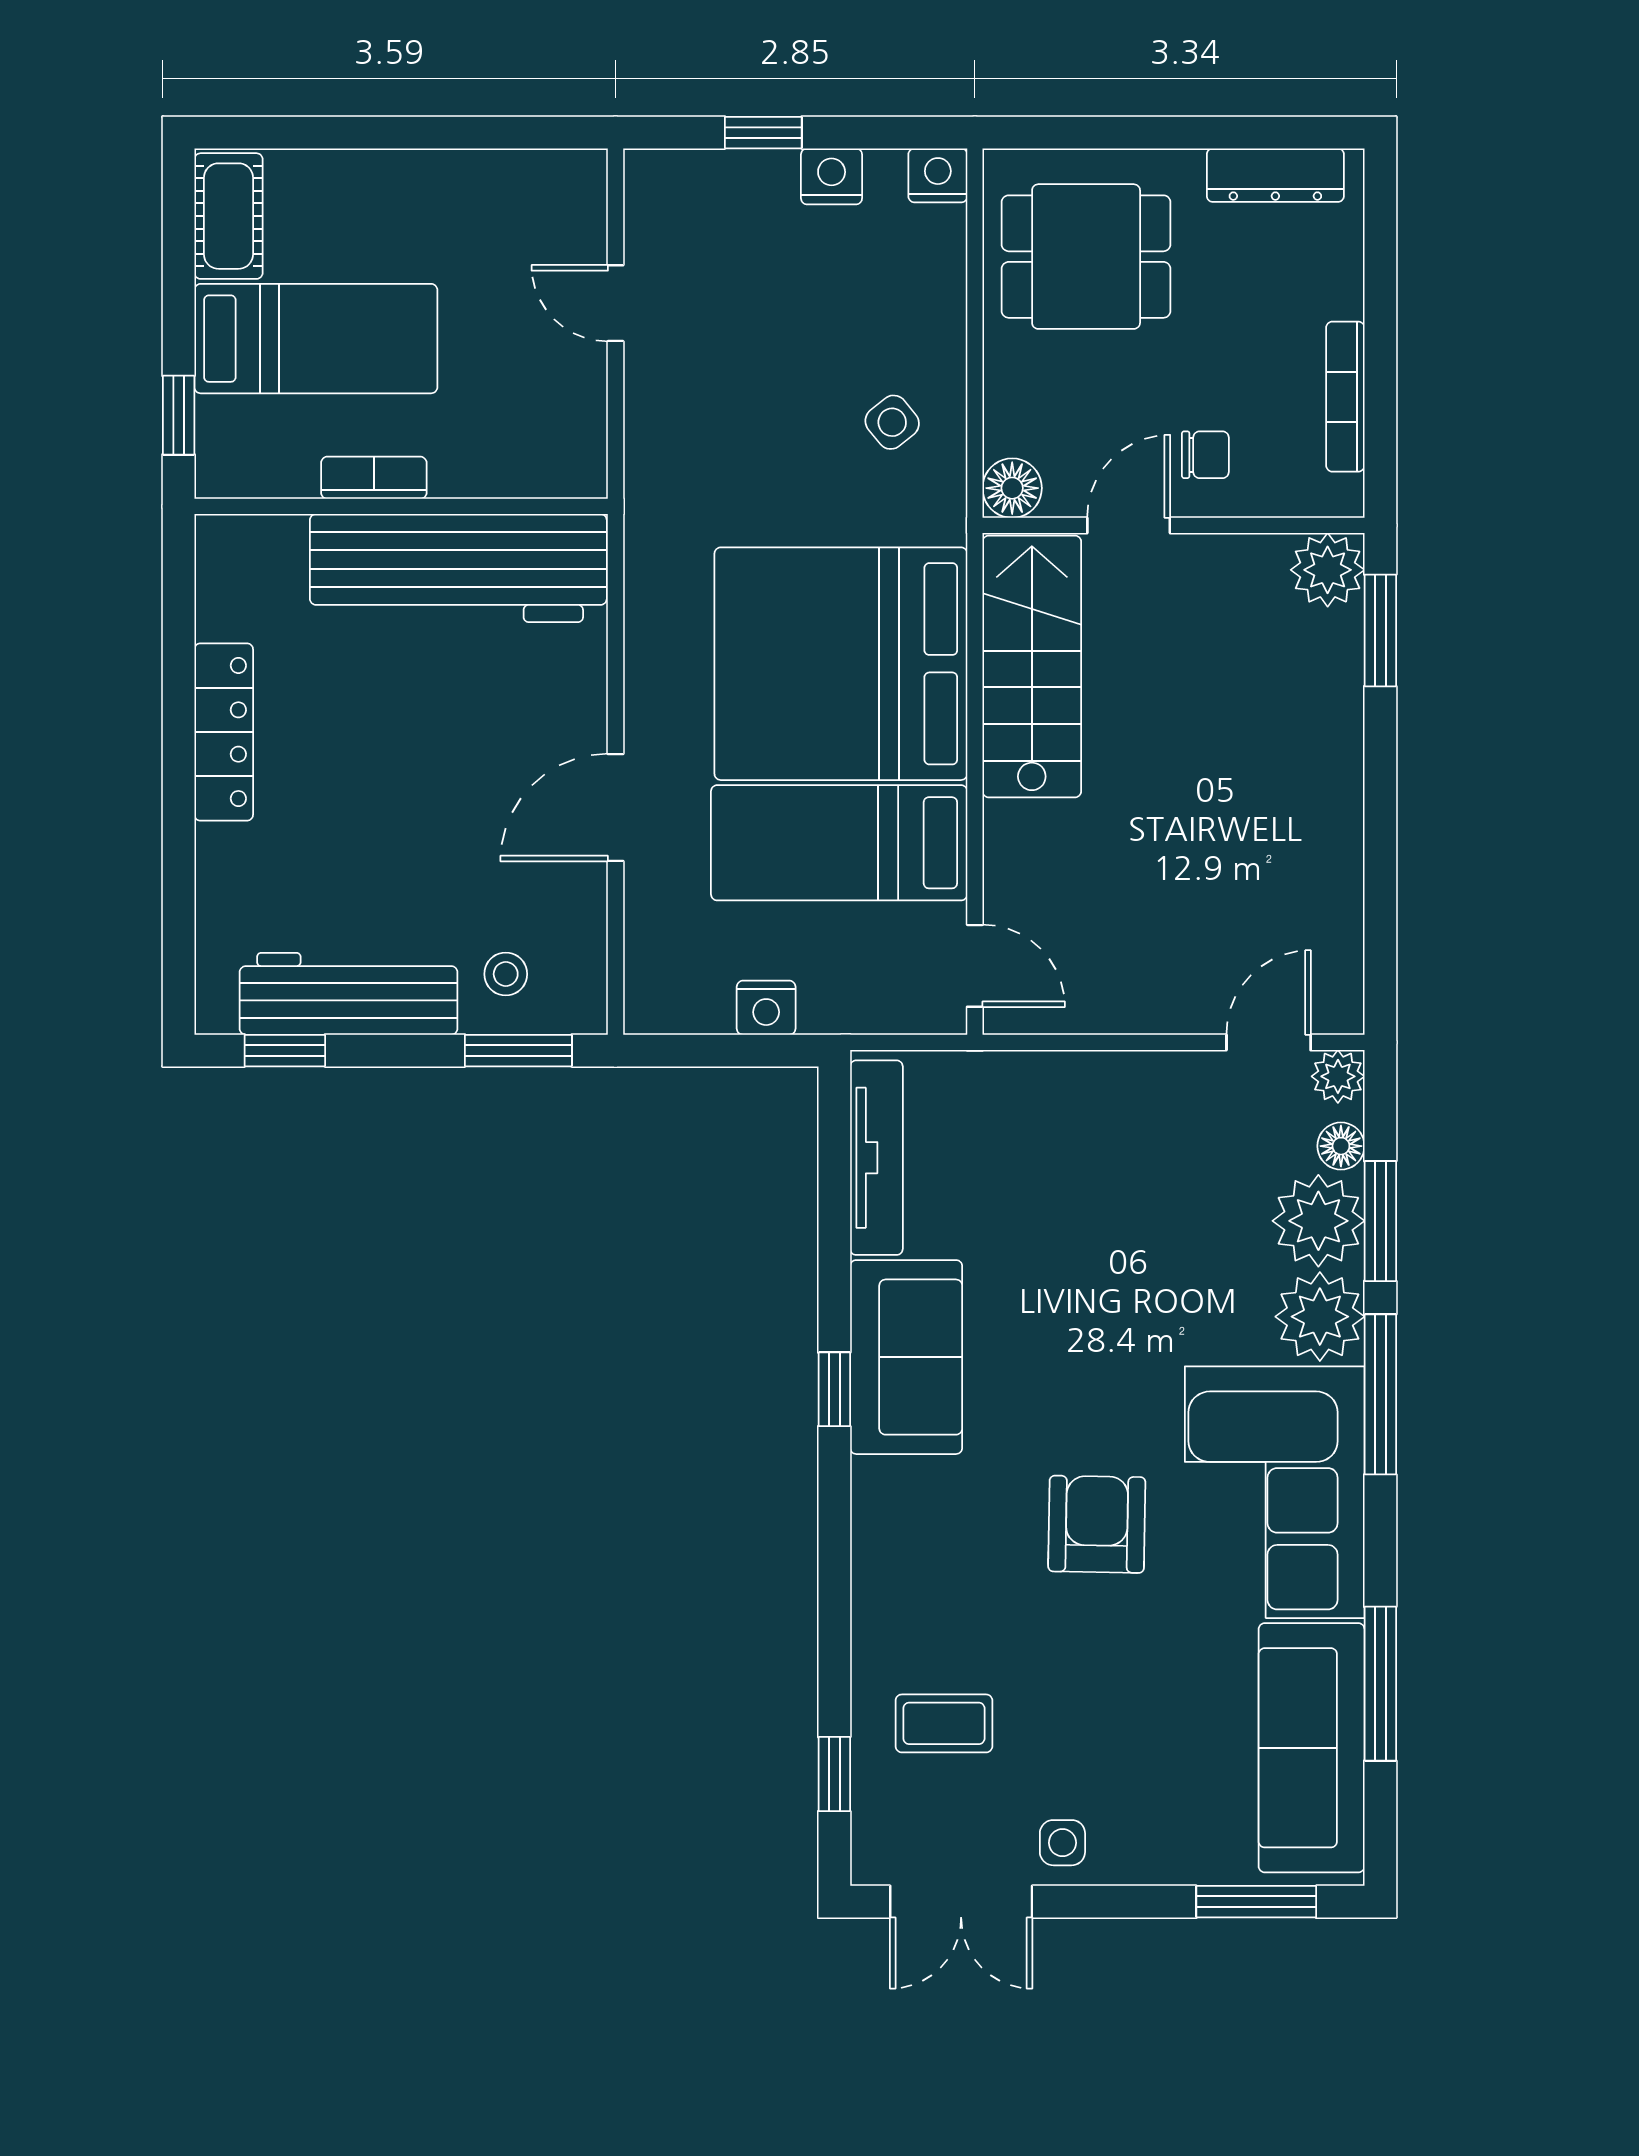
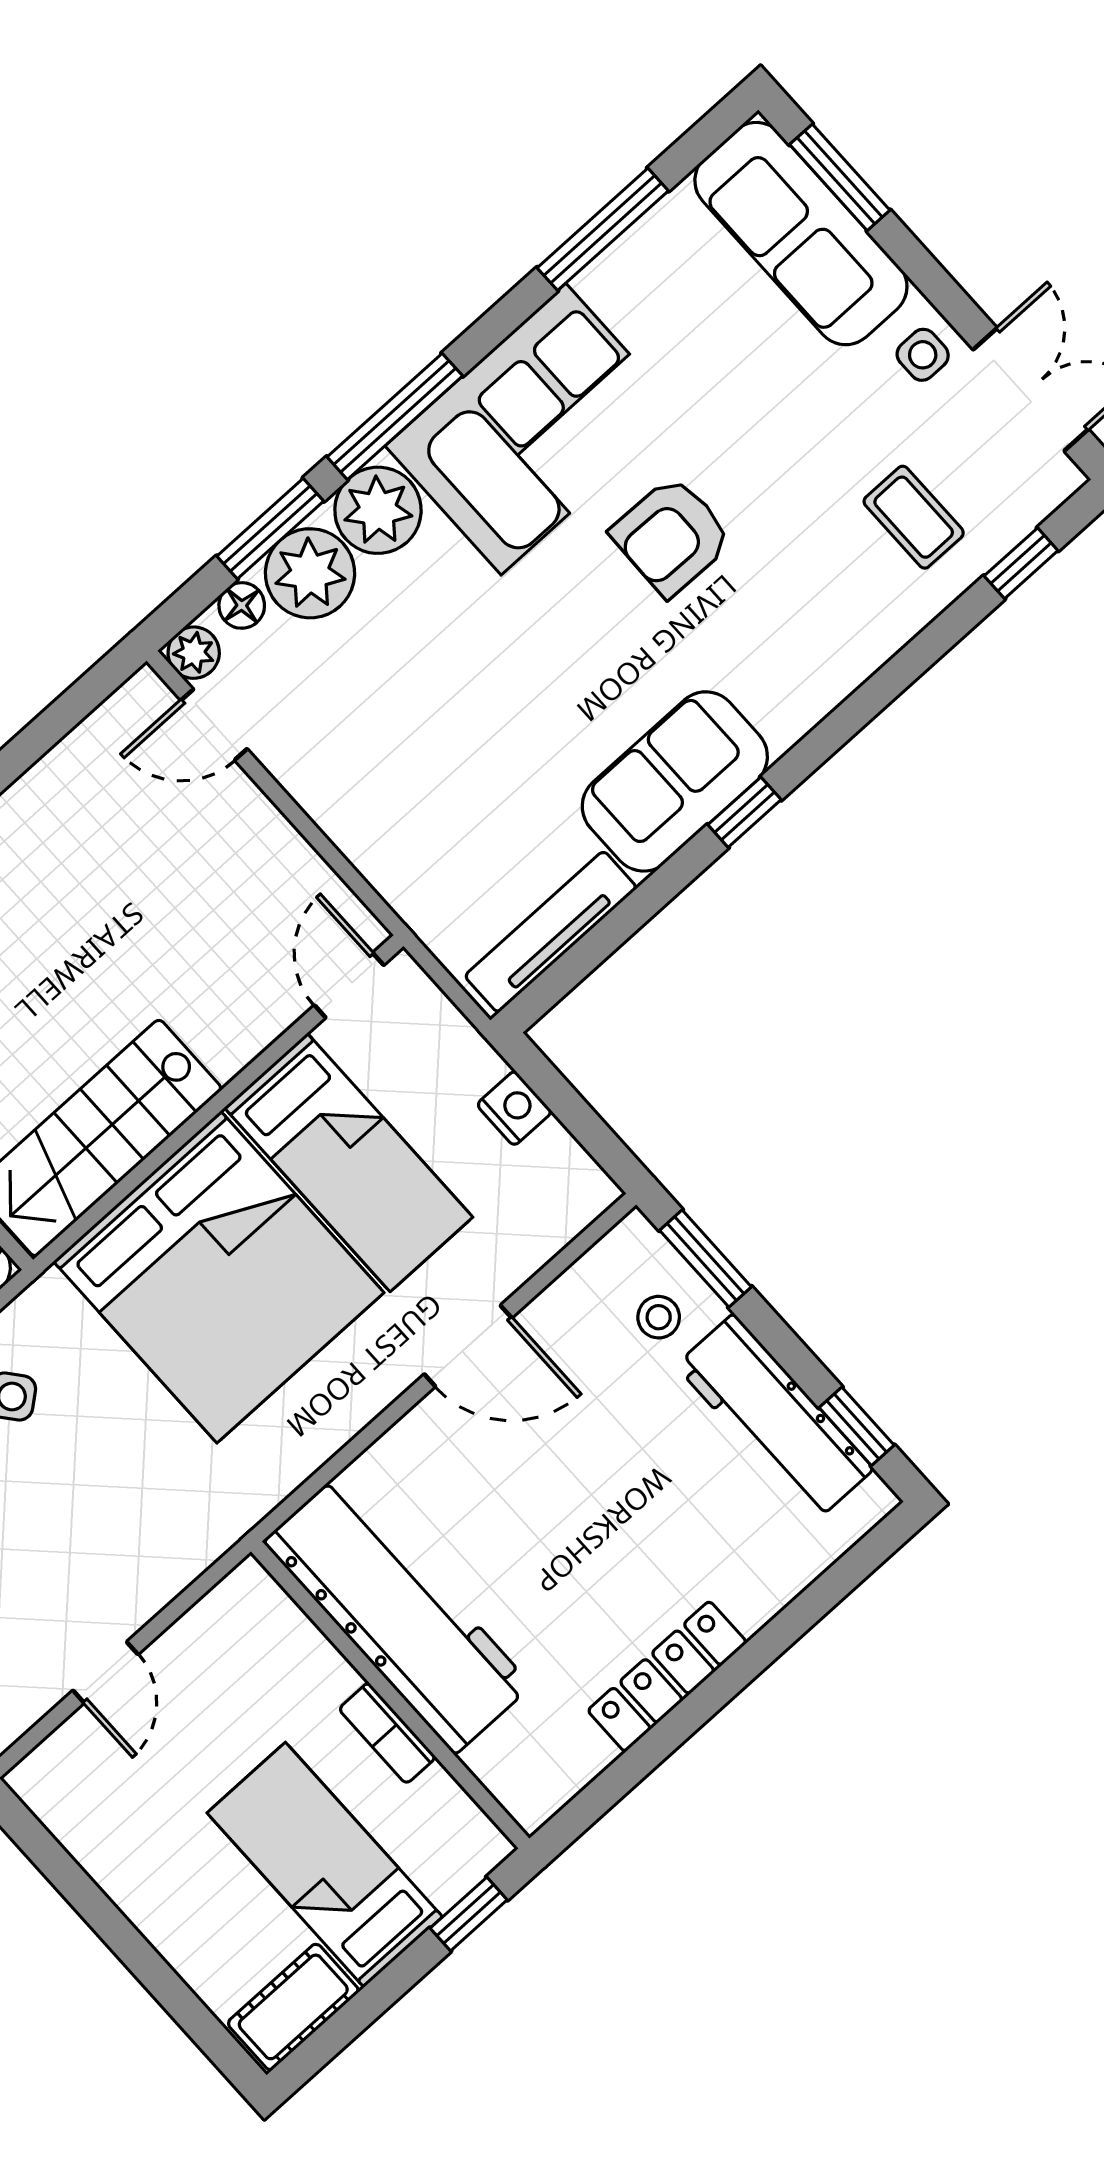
sofa: (1312, 1748) -> (801, 234), moved, turned 90

